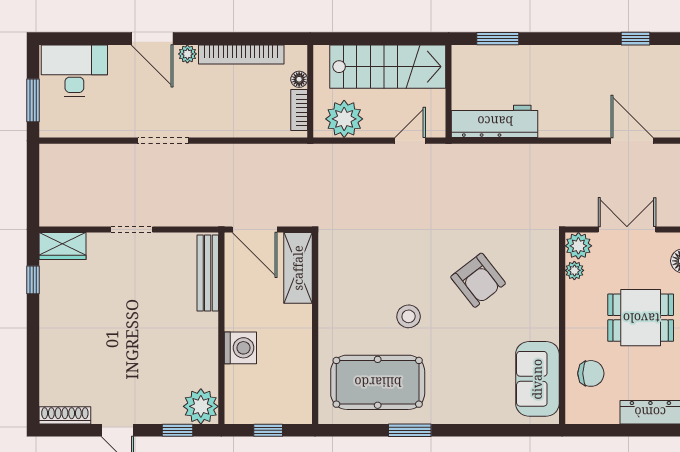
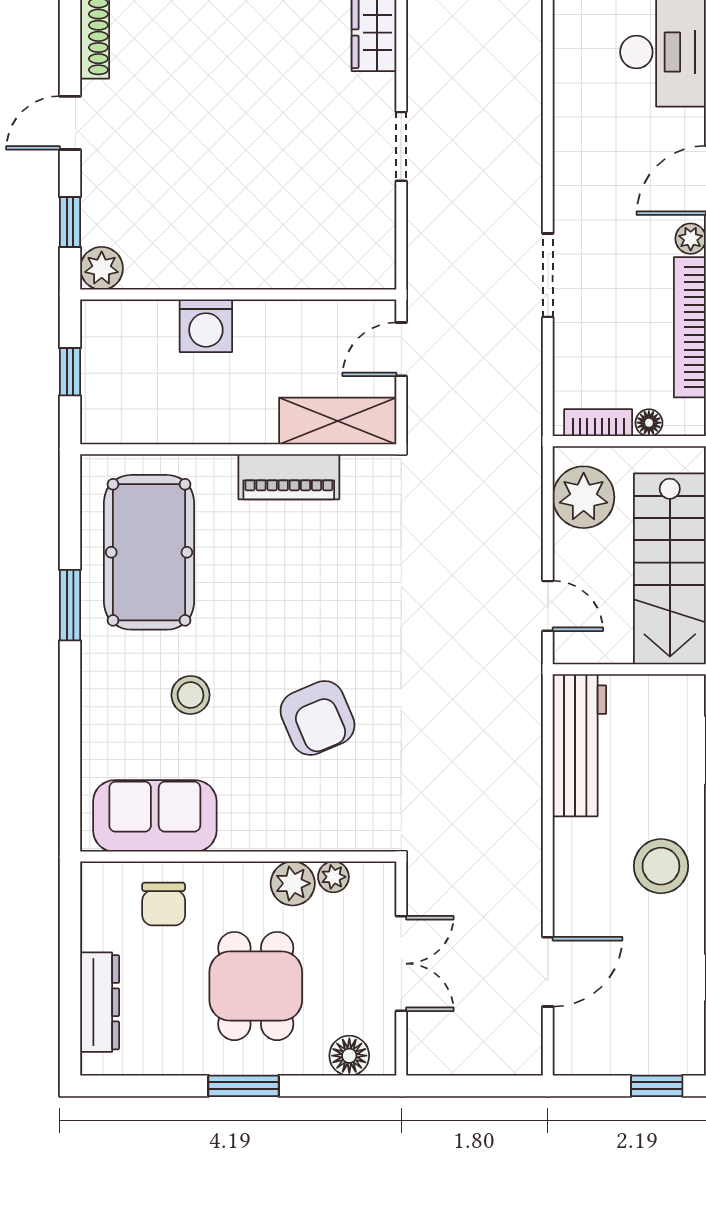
stool: (568, 72) -> (661, 866), added
doorway: (163, 141) -> (548, 275), moved
door: (255, 229) -> (401, 349), width x0.73
plant: (578, 246) -> (293, 883), moved
bench: (208, 273) -> (329, 272), removed
armchair: (478, 280) -> (317, 718), turned -75
piano: (332, 298) -> (289, 477), added
stool: (409, 316) -> (191, 695), moved
plant: (201, 406) -> (102, 268), width x0.73, depth x0.73

